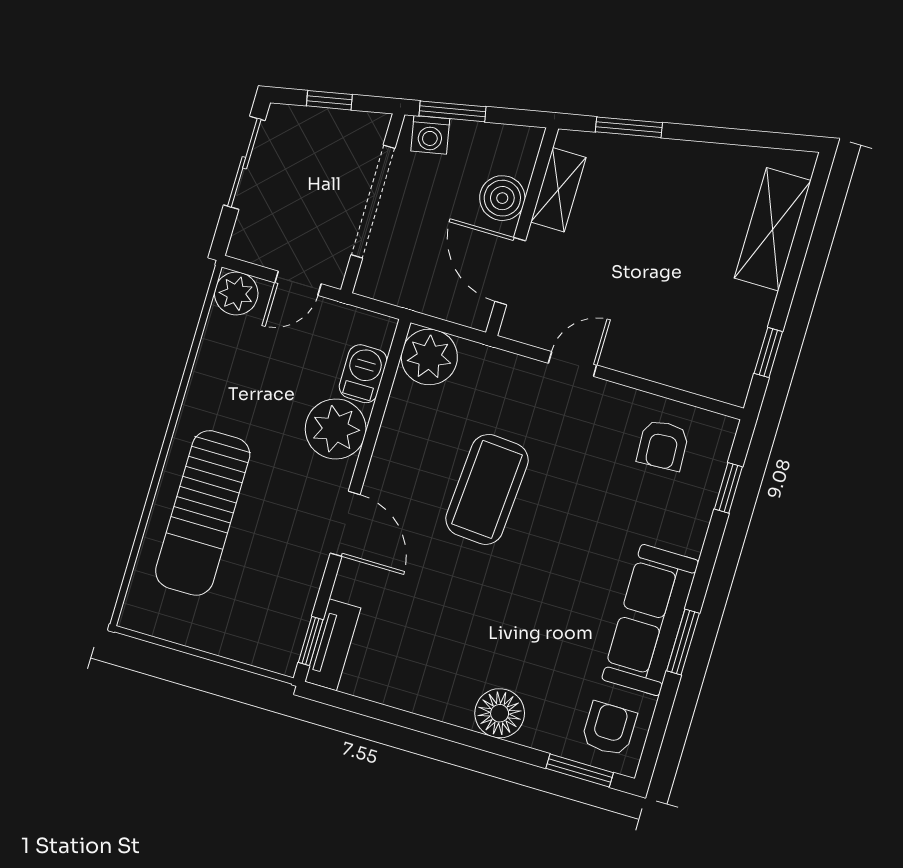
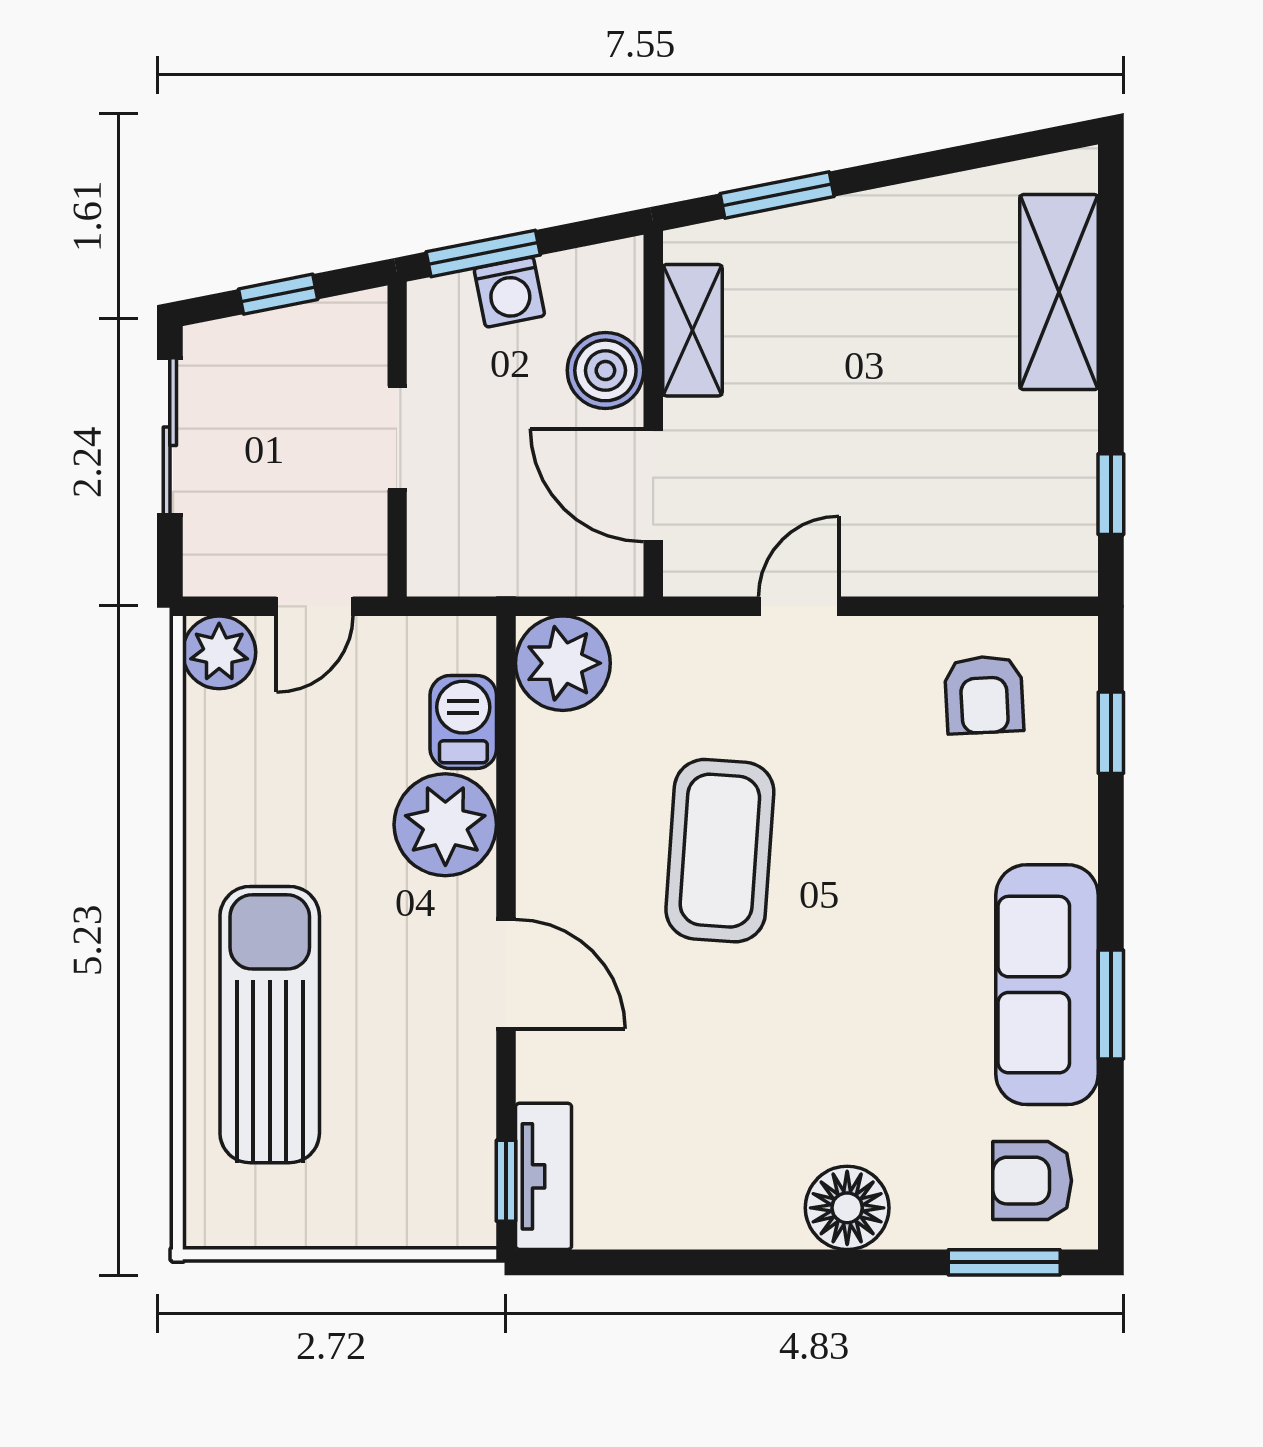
washing machine: (430, 135) -> (509, 292), moved
doorway: (373, 201) -> (397, 438), width x0.53
sun lounger: (203, 513) -> (270, 1025), turned 180
armchair: (609, 729) -> (1032, 1181), turned -90

